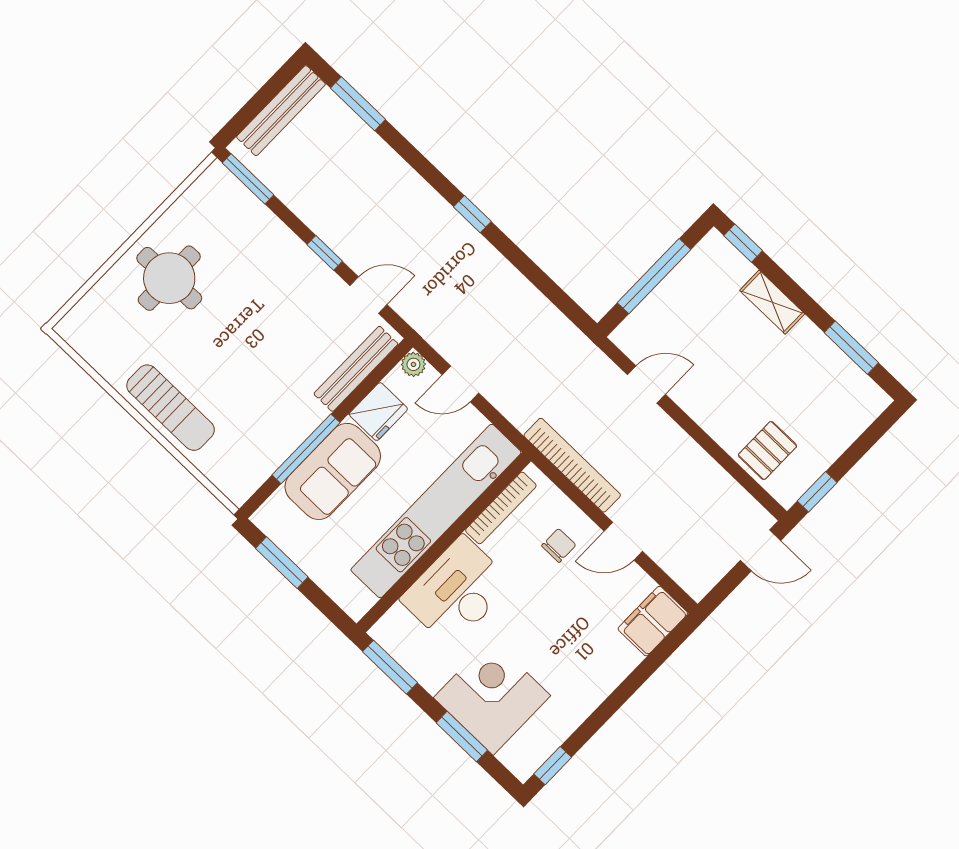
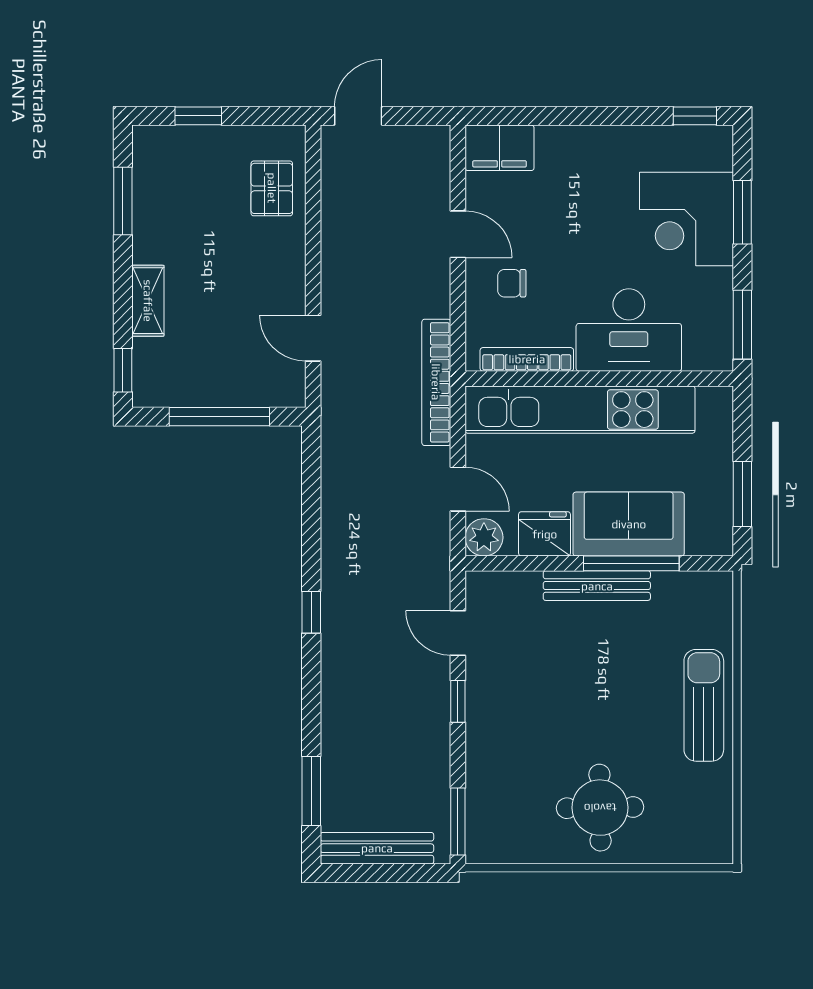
plant: (413, 364) -> (484, 537), width x1.38, depth x1.38
bench: (356, 369) -> (597, 586), moved
pallet: (767, 450) -> (272, 188), turned 90
bookcase: (572, 465) -> (436, 382), moved
window: (817, 492) -> (198, 116), moved
door: (760, 550) -> (358, 116), hinge flipped

